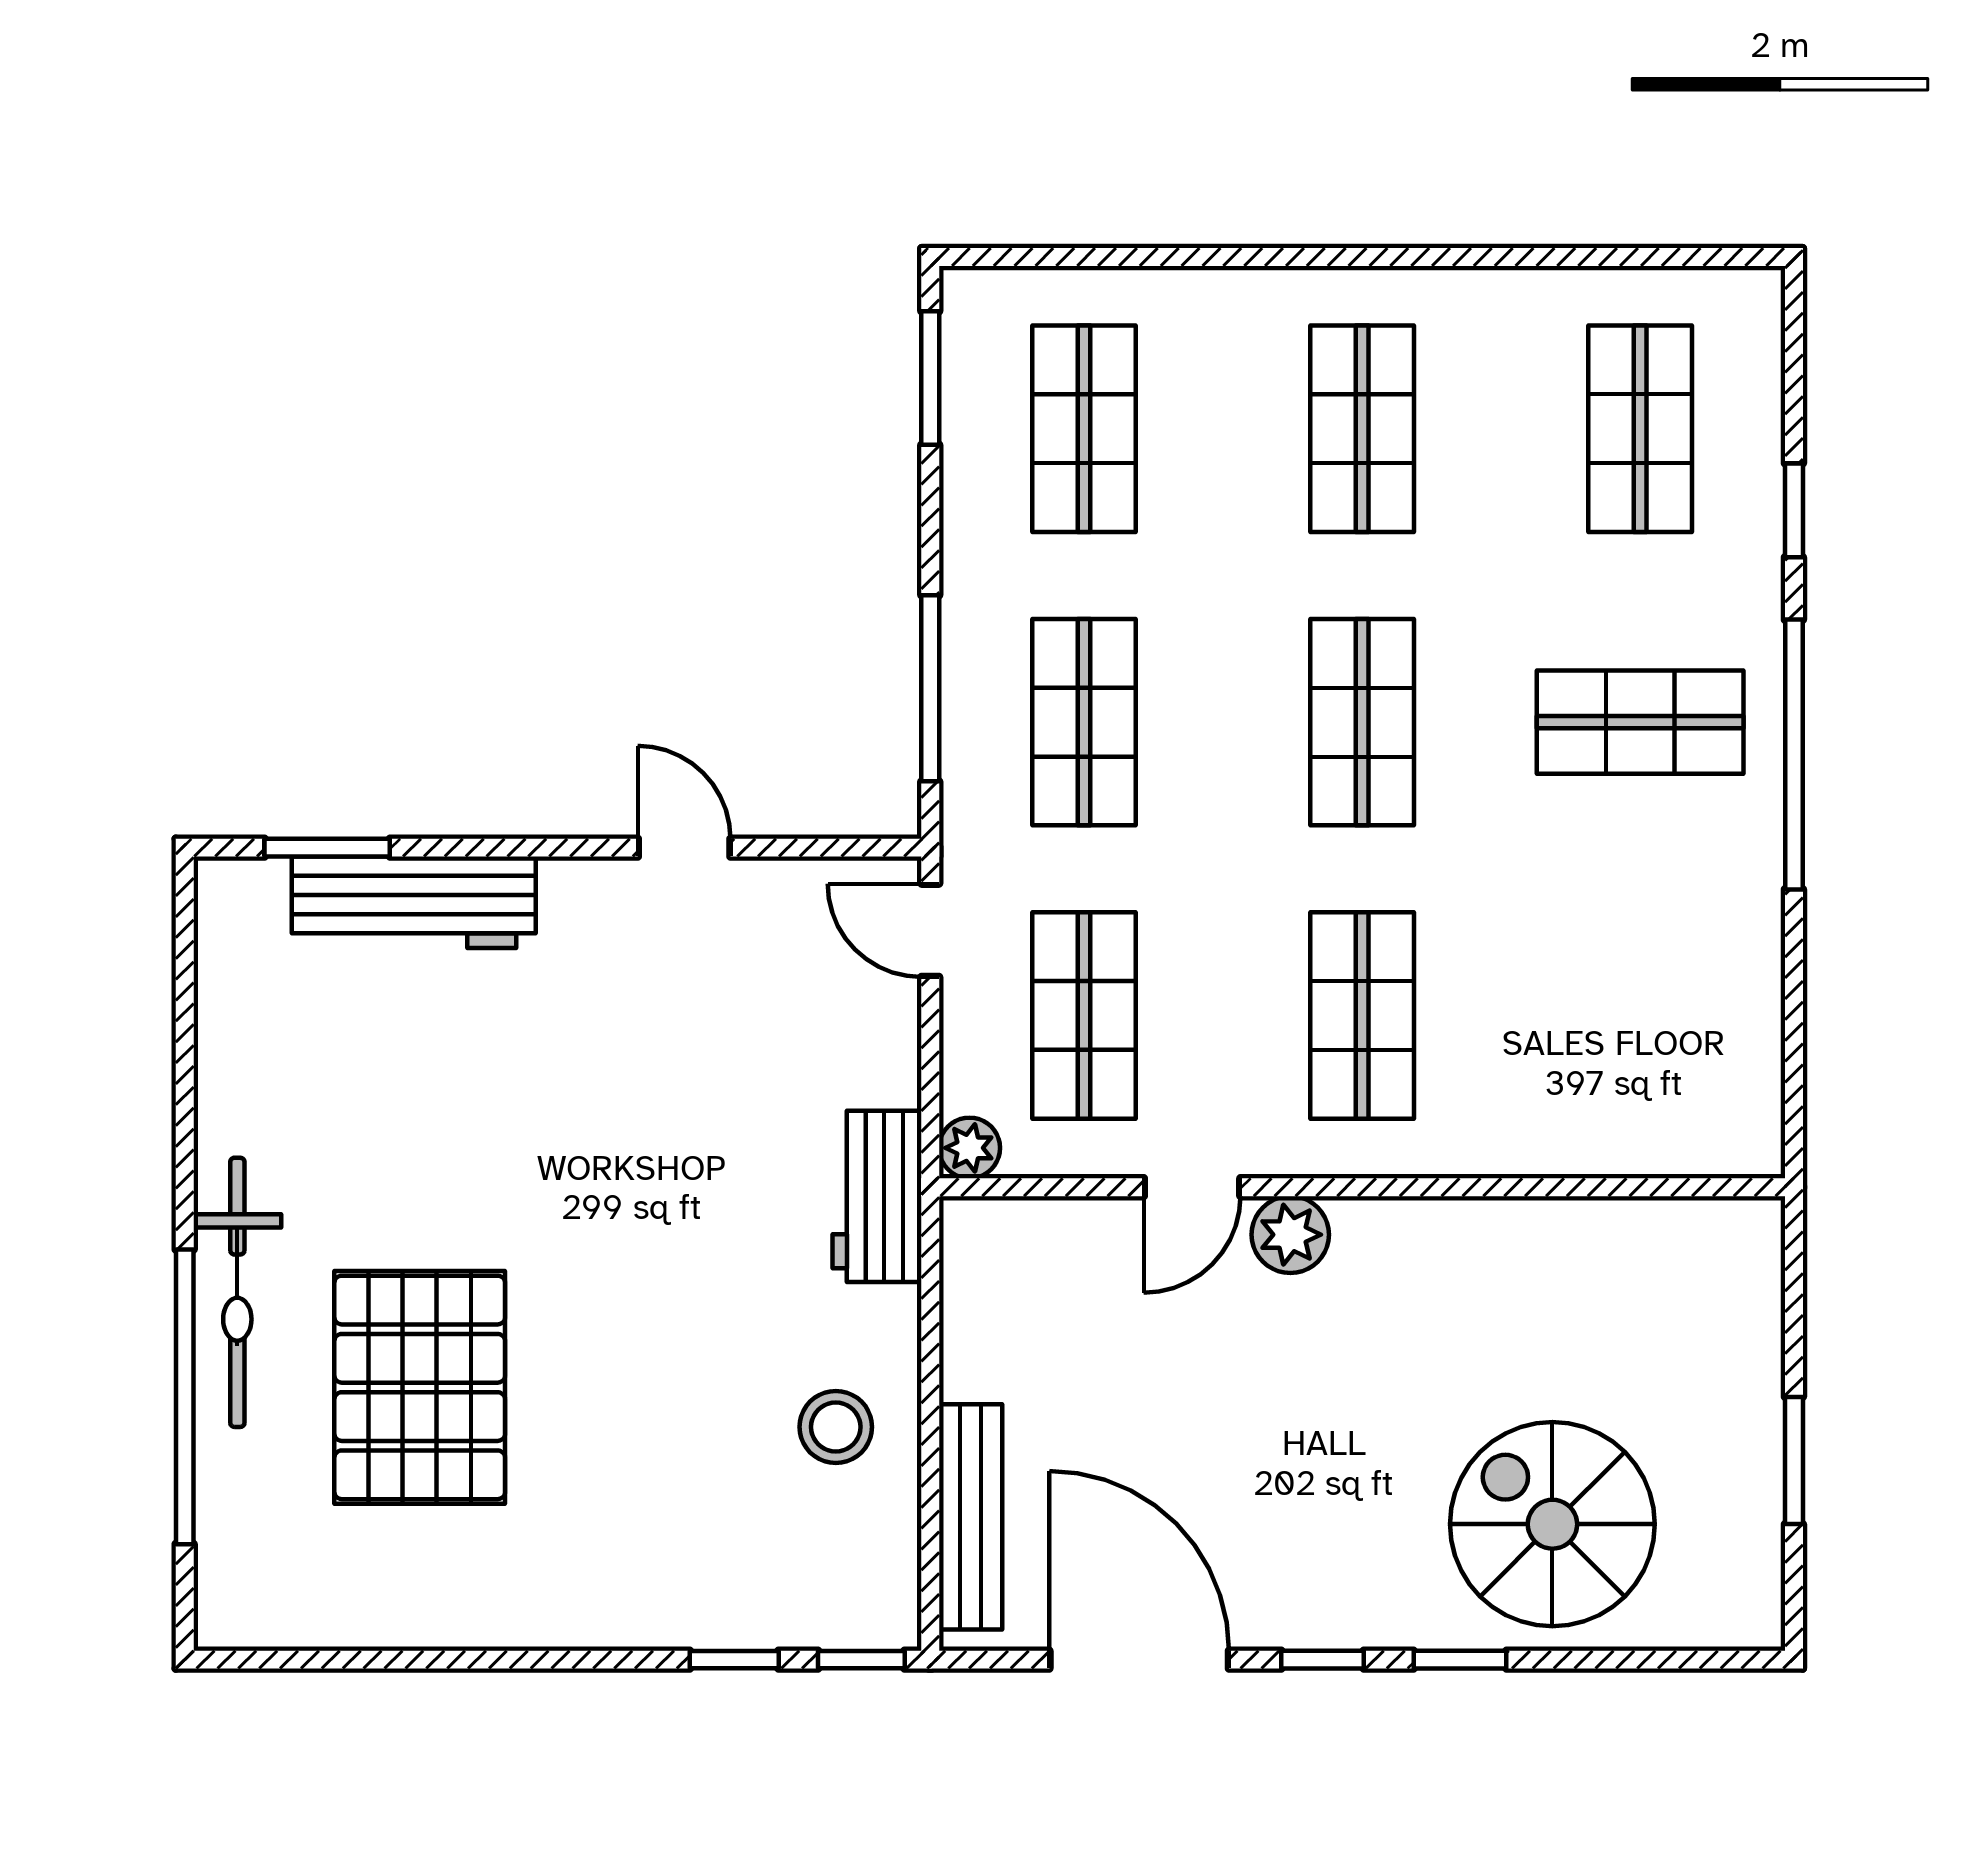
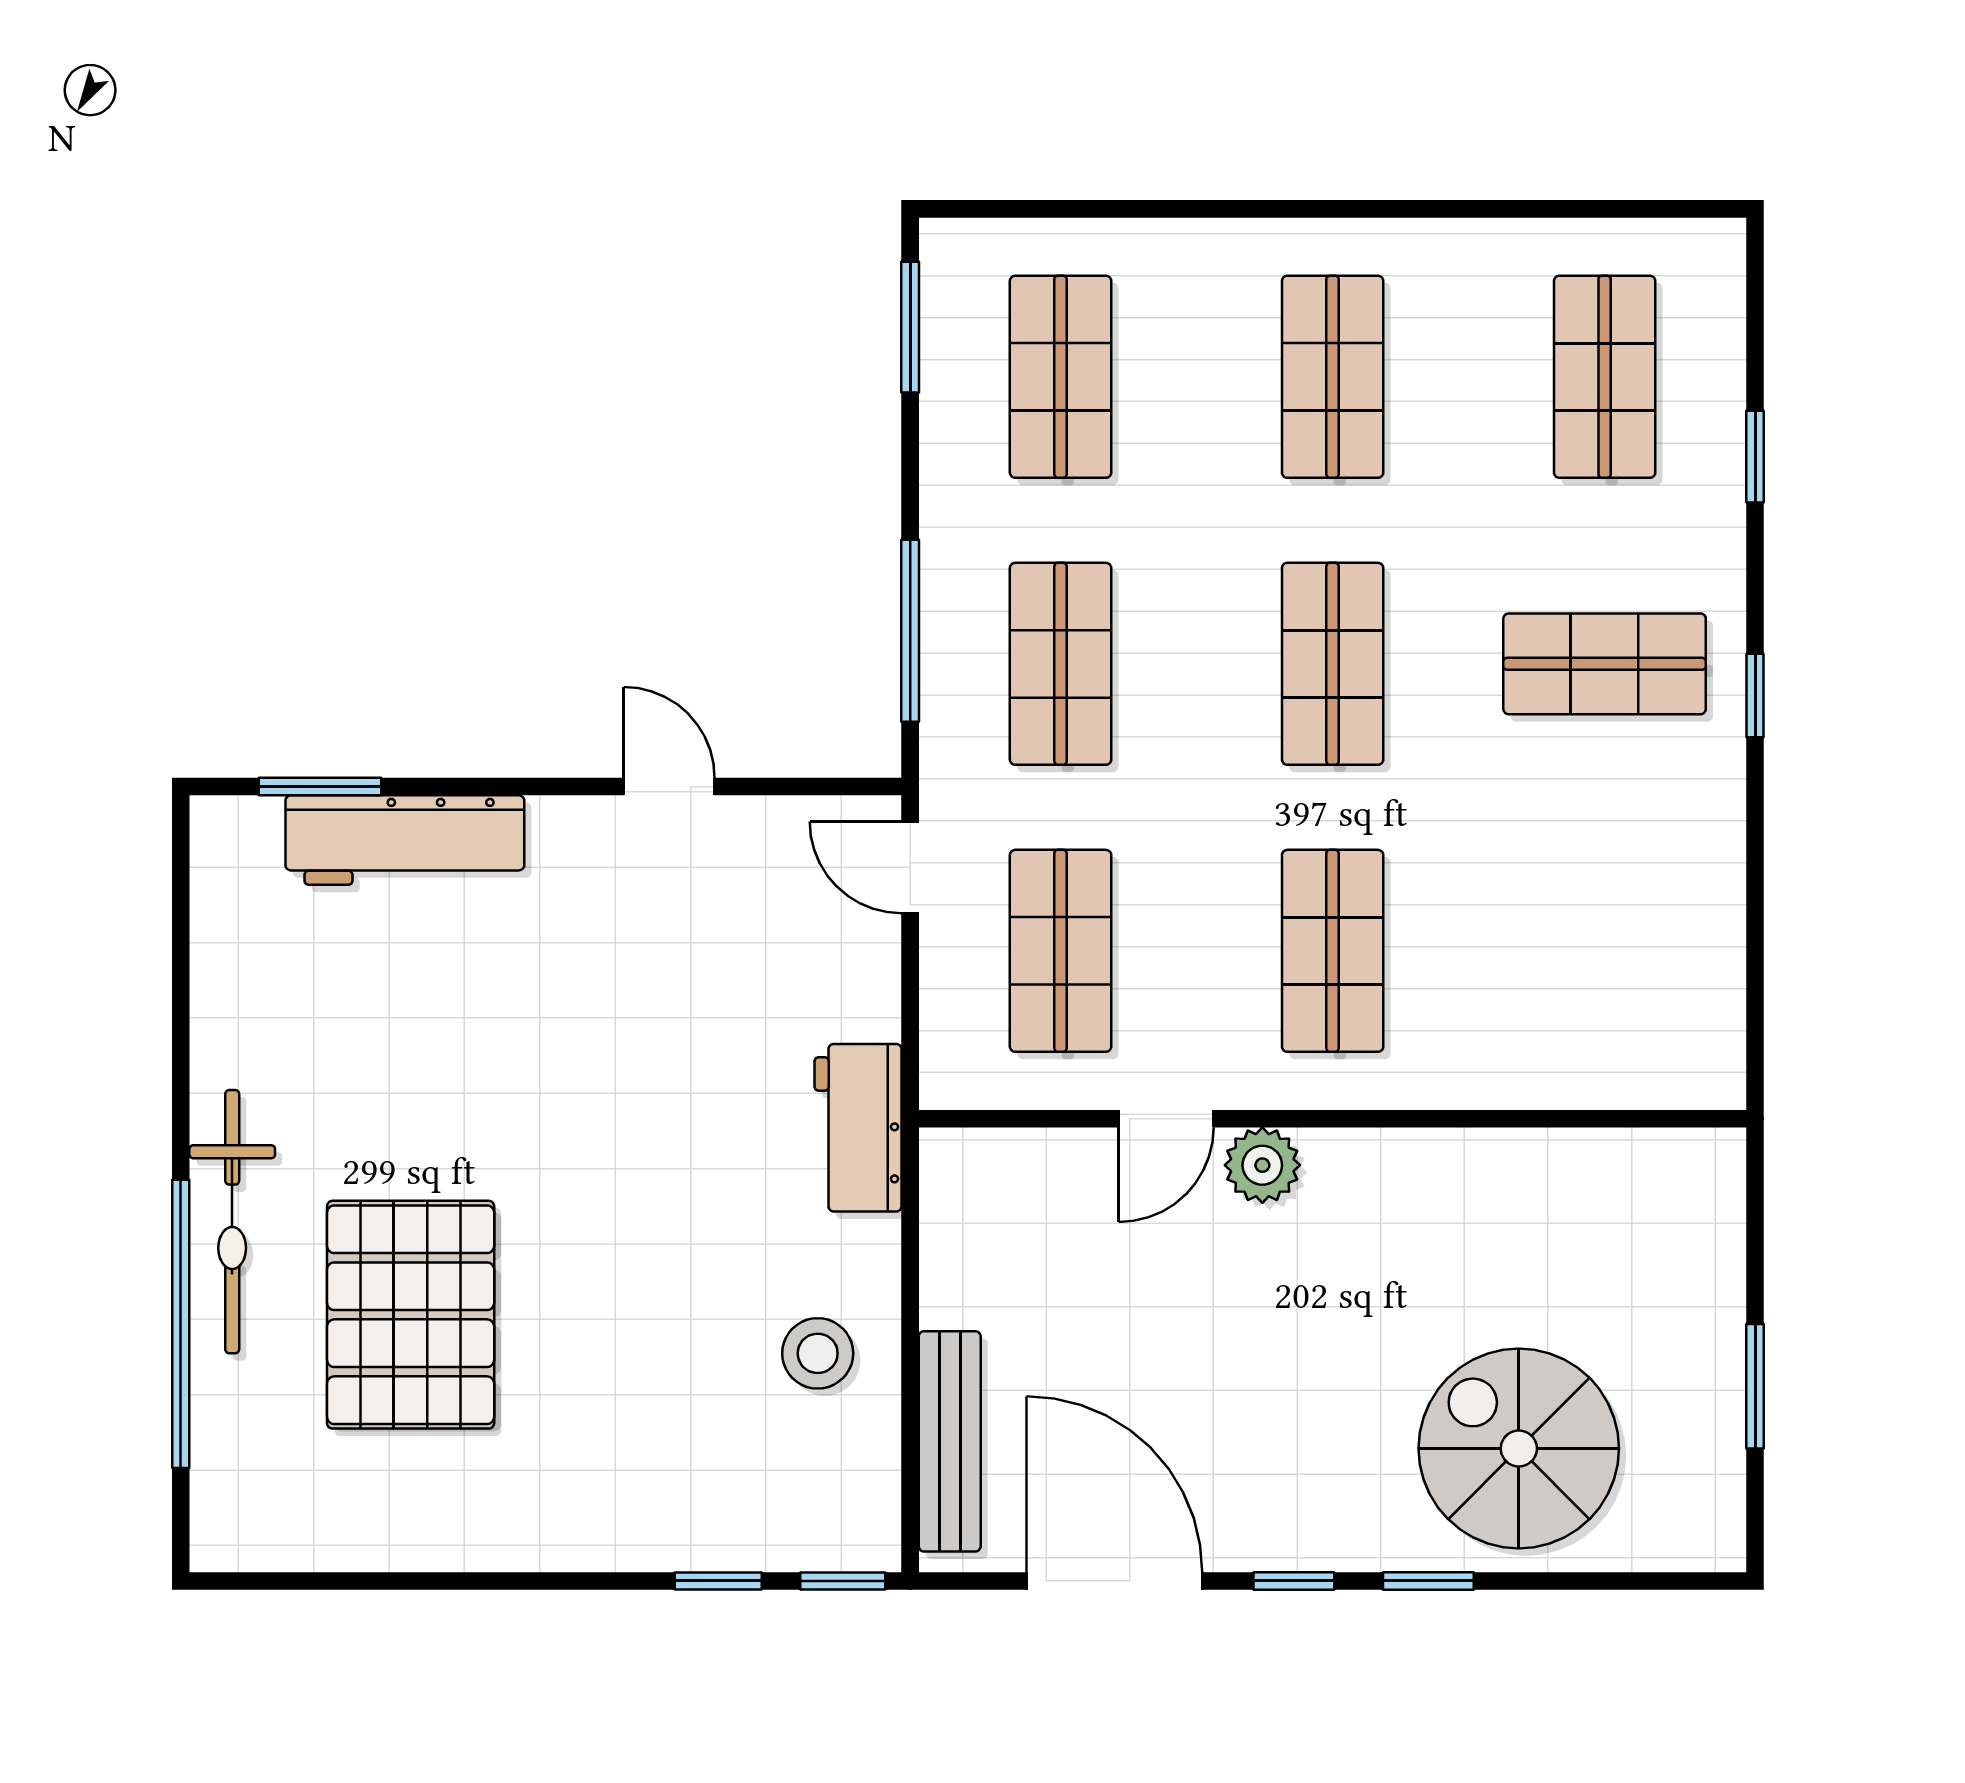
window: (1794, 755) -> (1755, 695), width x0.32
plant: (970, 1148) -> (949, 1080), removed

